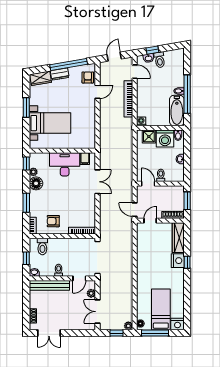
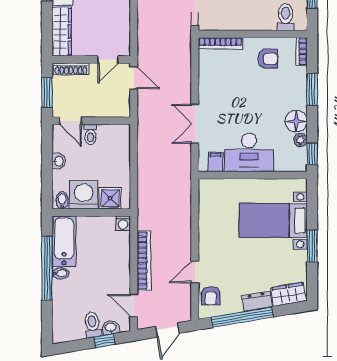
door: (148, 184) -> (70, 121), moved

